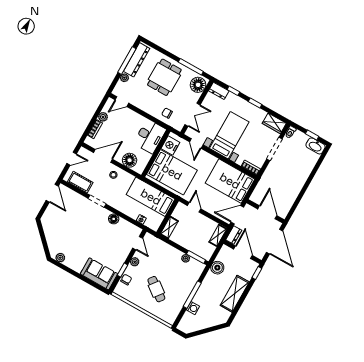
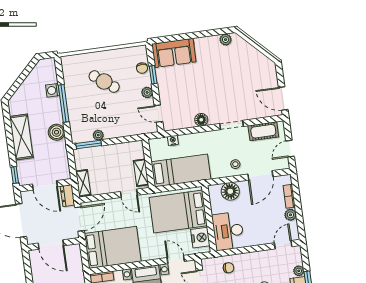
shelving: (169, 228) -> (141, 173), moved
boiler: (217, 268) -> (57, 132), moved

